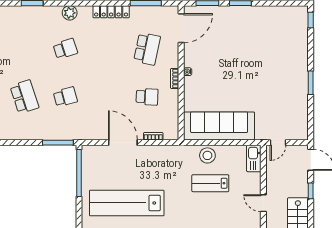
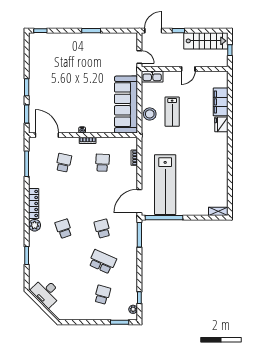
locker: (111, 12) -> (34, 203), moved
school desk: (147, 49) -> (64, 163), width x0.54
school desk: (24, 97) -> (102, 262), turned 42
door: (123, 143) -> (139, 201), moved
lab bench: (127, 203) -> (165, 185), moved

